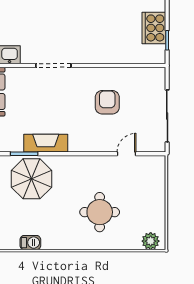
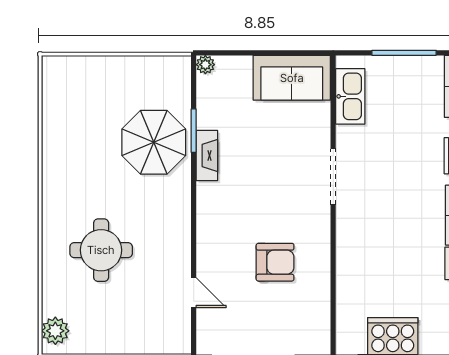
fireplace: (46, 143) -> (207, 156), width x0.73, depth x0.76
barbecue: (30, 243) -> (53, 140), removed

